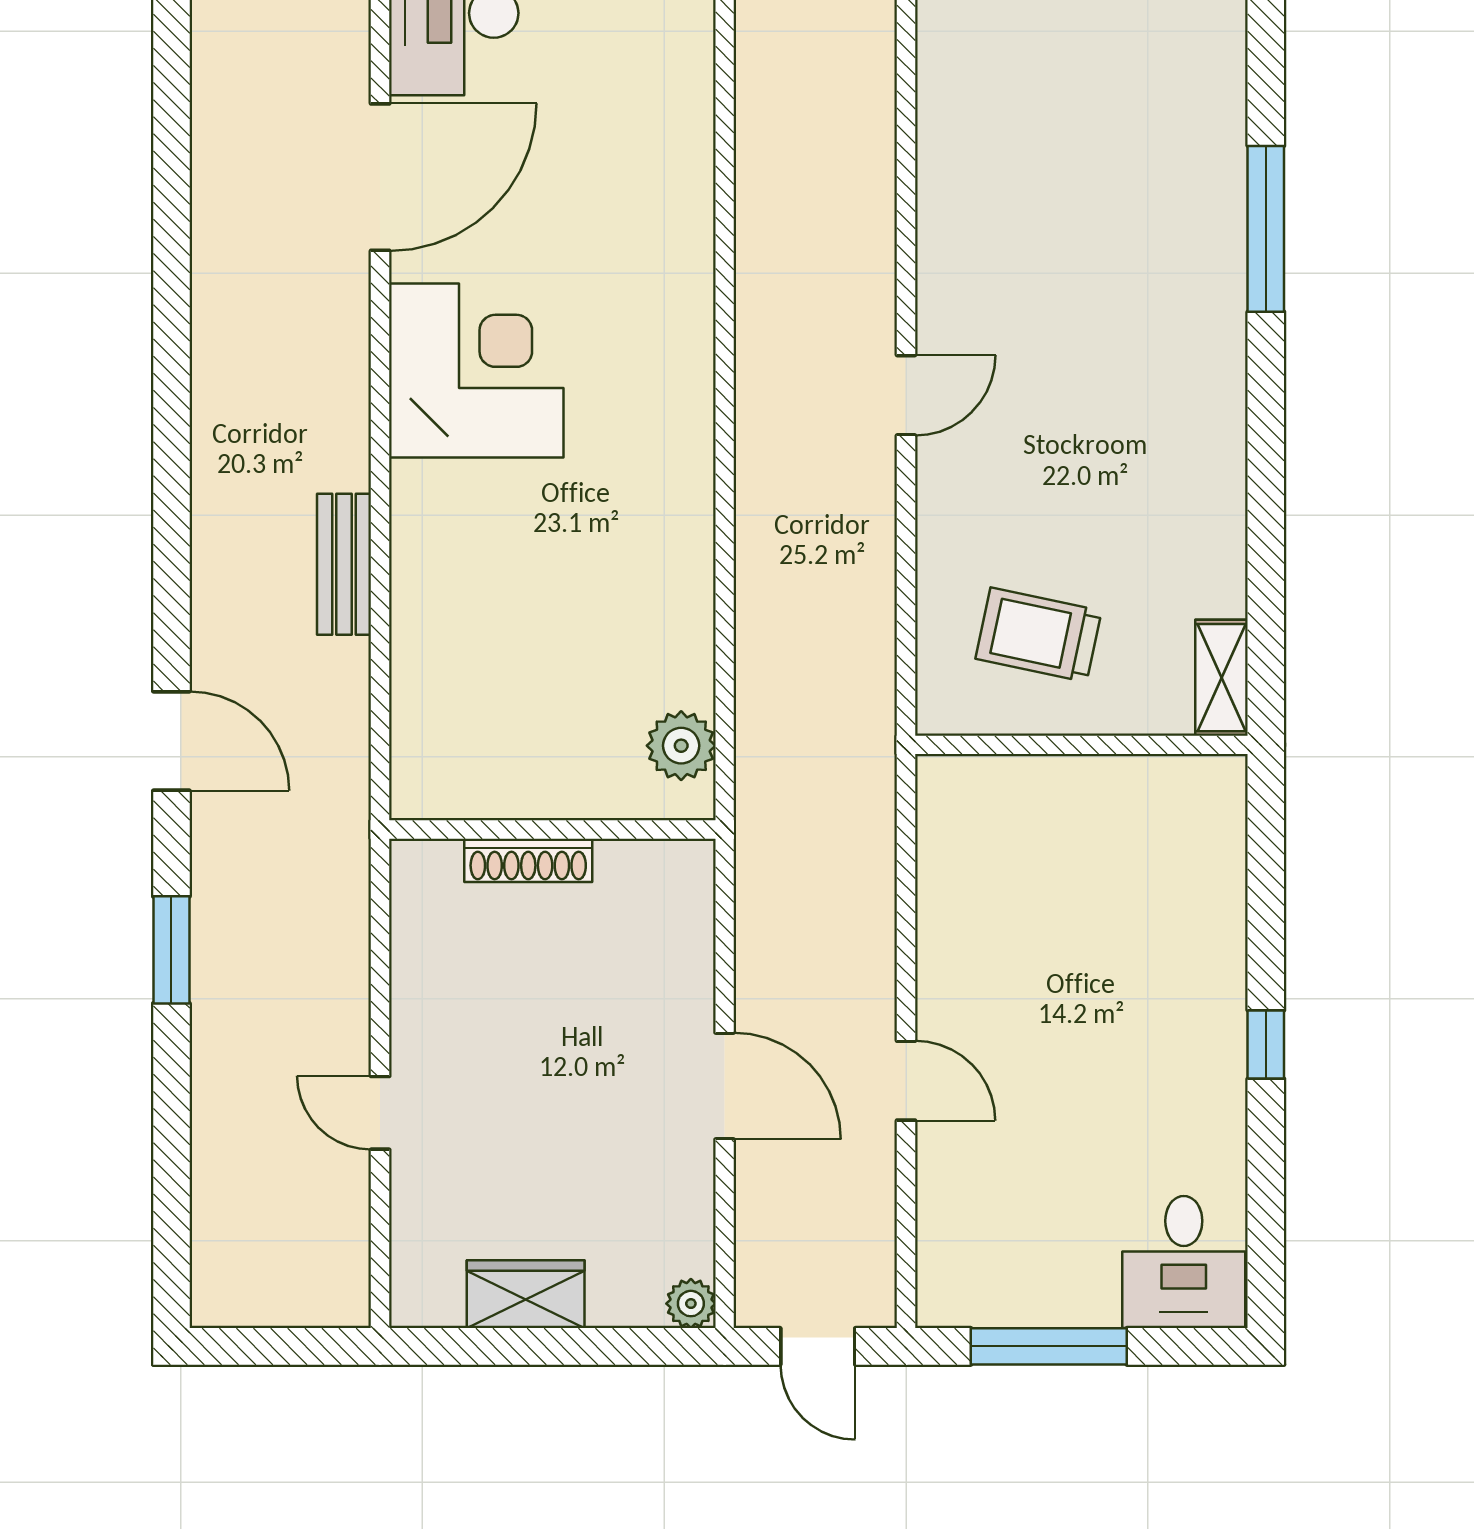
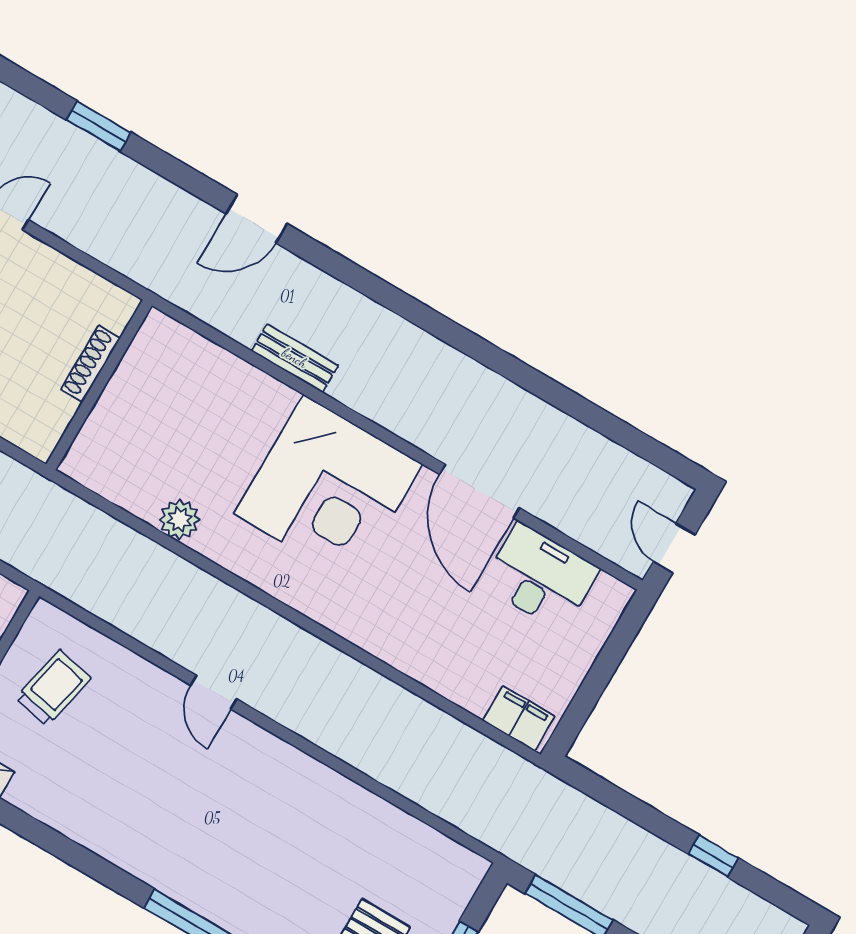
corner desk: (476, 370) -> (328, 489), width x1.36, depth x1.36
plant: (681, 746) -> (180, 519), moved
window: (171, 950) -> (99, 126), moved

